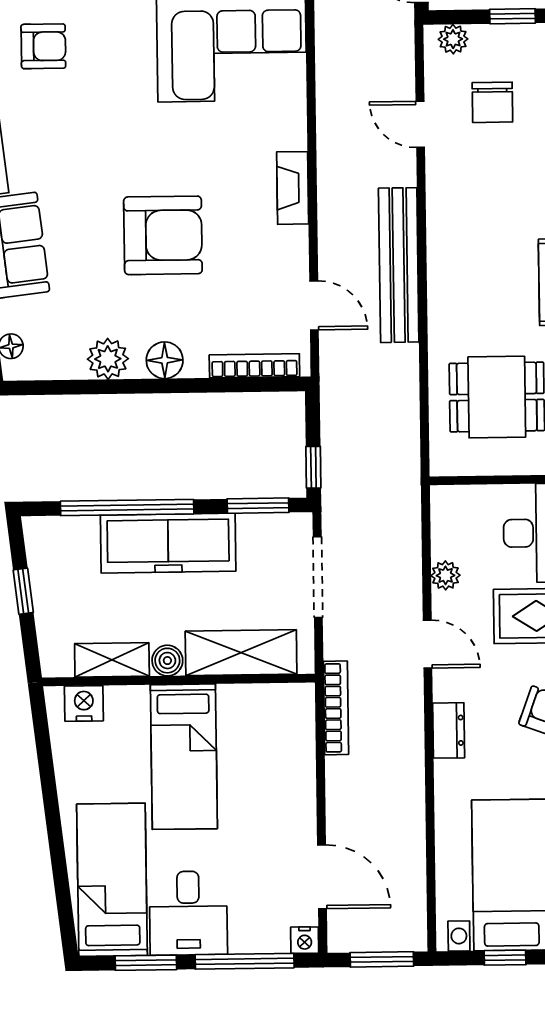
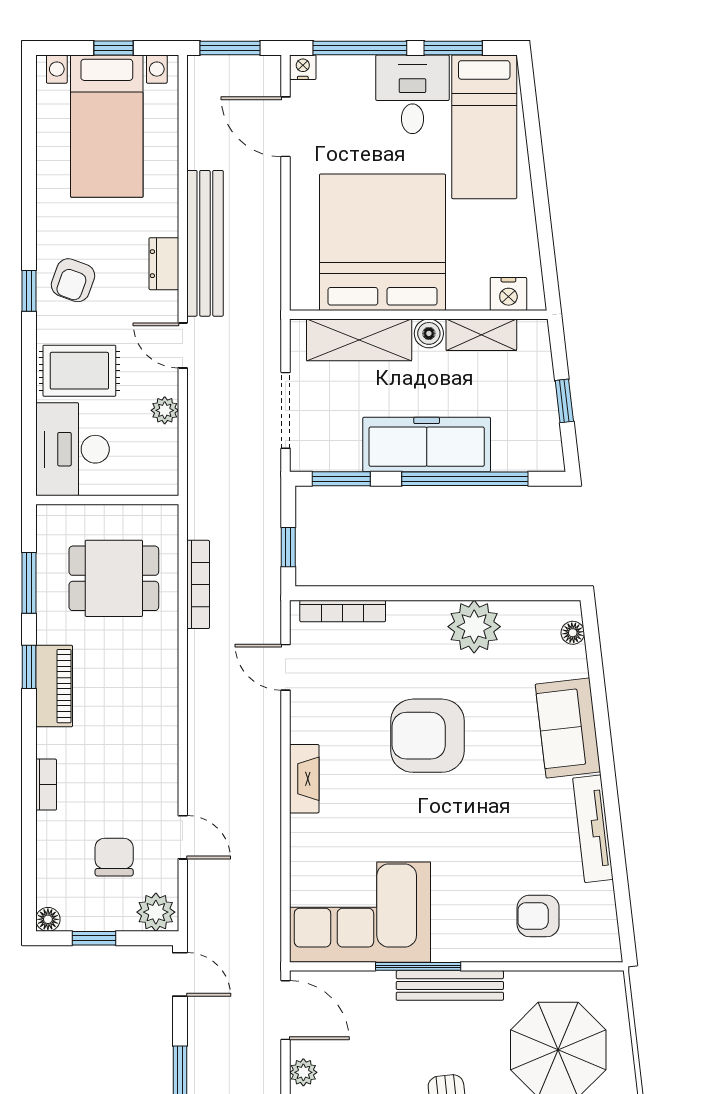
plant: (453, 39) -> (156, 912), width x1.38, depth x1.38
bench: (399, 265) -> (205, 243), moved
plant: (108, 359) -> (474, 627), width x1.36, depth x1.36
floor lamp: (165, 360) -> (428, 617), removed
window: (313, 467) -> (288, 547), moved
bookcase: (336, 708) -> (198, 584), moved, turned 180
bed: (184, 757) -> (382, 242), width x2.04

